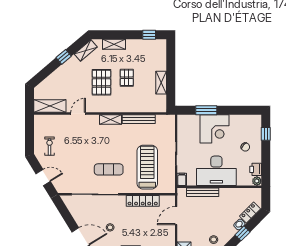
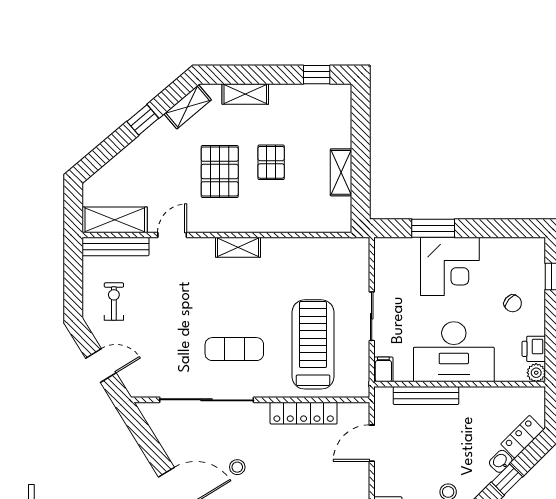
bench: (139, 119) -> (115, 247), moved

